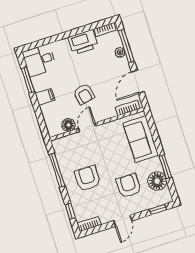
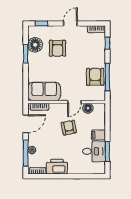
desk: (39, 60) -> (94, 151), moved
sofa: (141, 139) -> (44, 91), moved, turned -90
armchair: (88, 178) -> (95, 77), moved, turned 180

